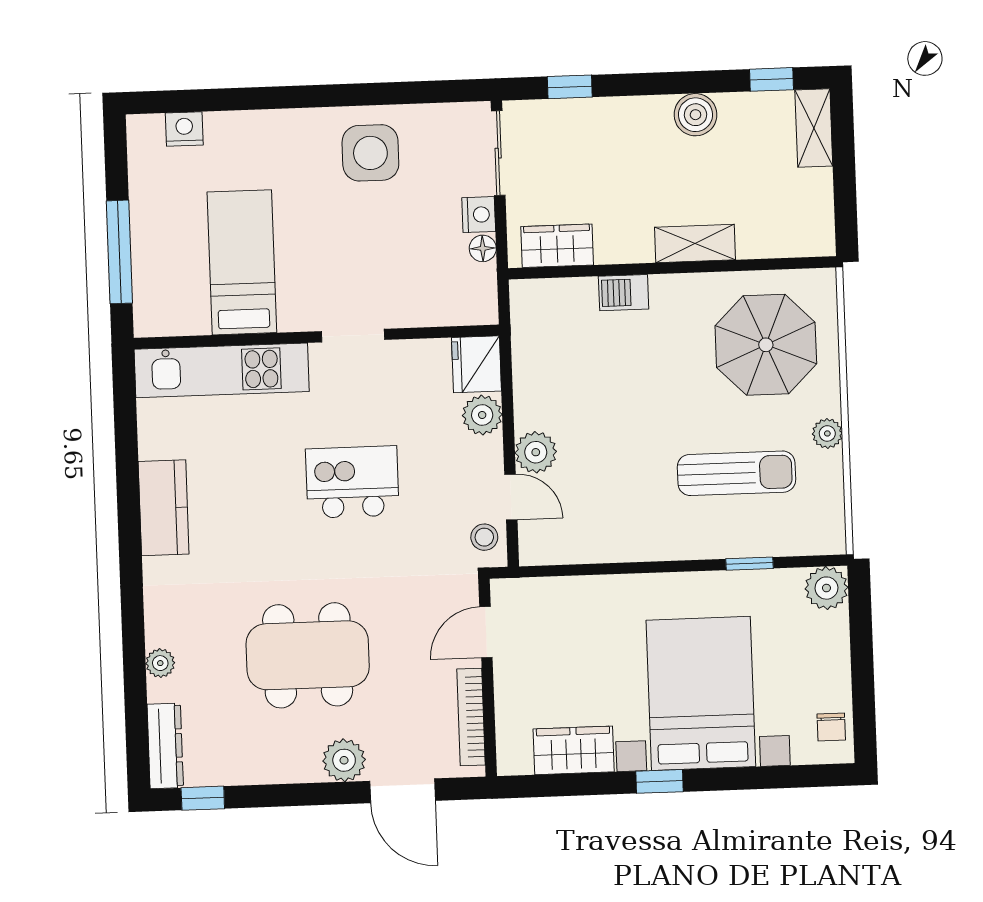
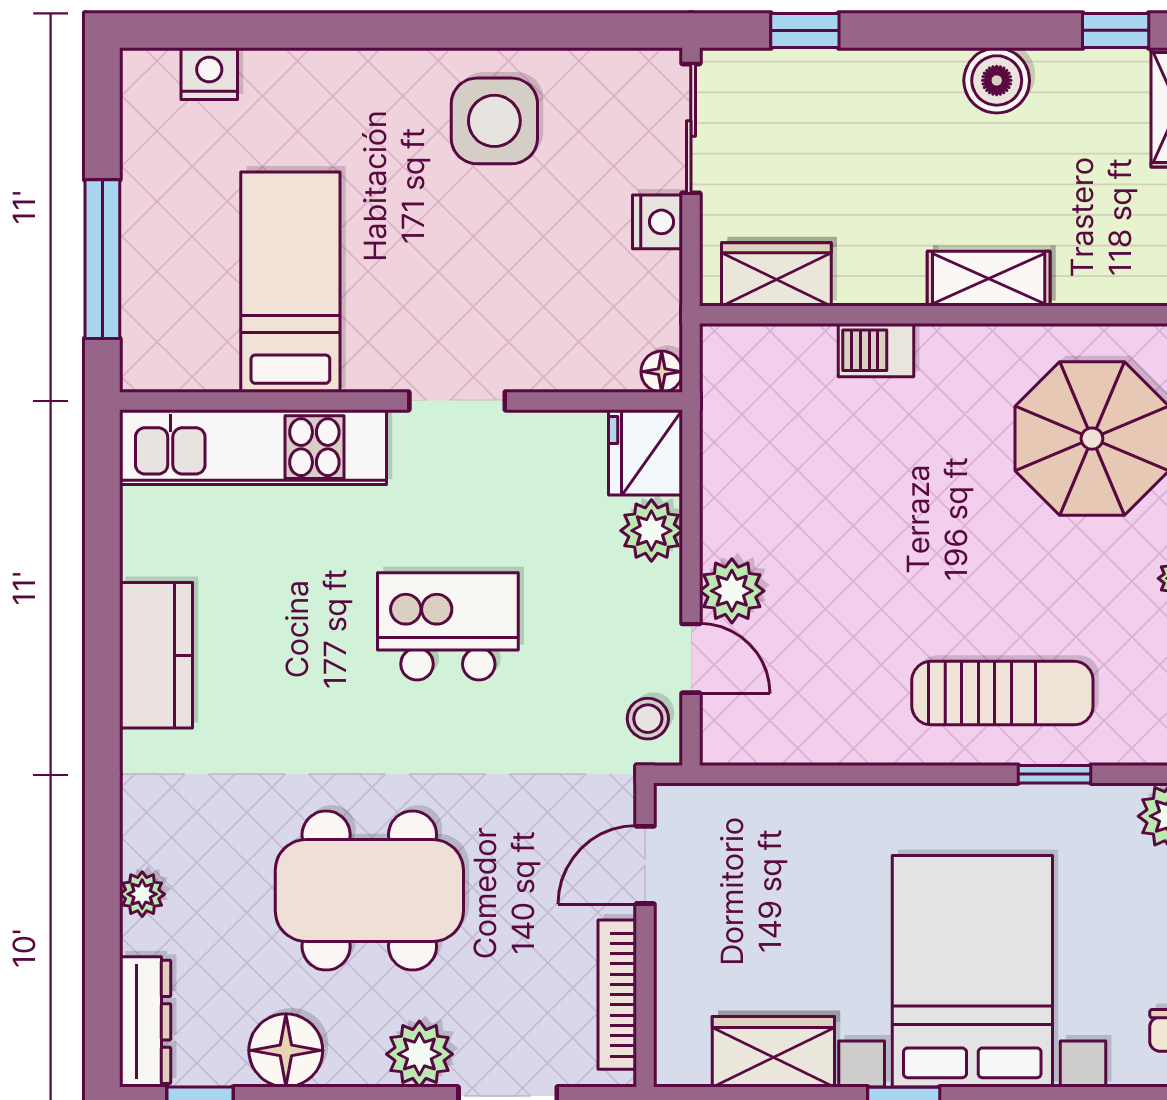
floor lamp: (483, 248) -> (662, 372), moved
sun lounger: (736, 473) -> (1002, 693), moved
floor lamp: (257, 761) -> (286, 1050), added

